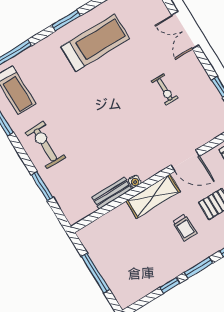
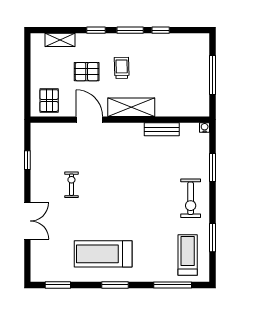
water cooler: (135, 181) -> (205, 127), moved

